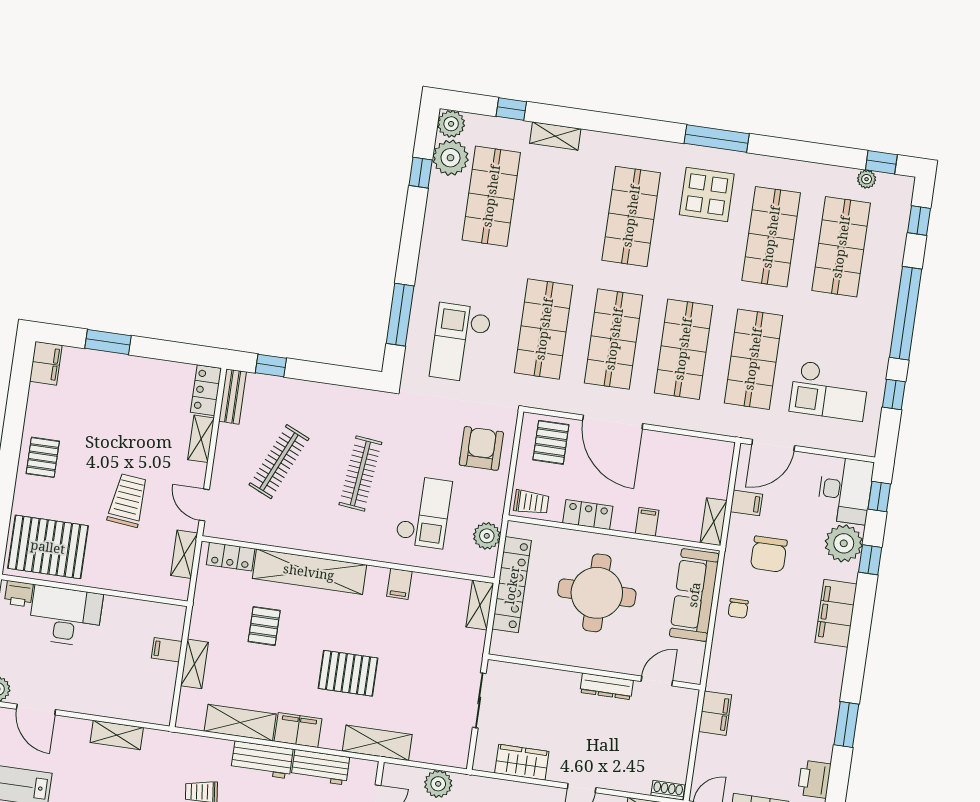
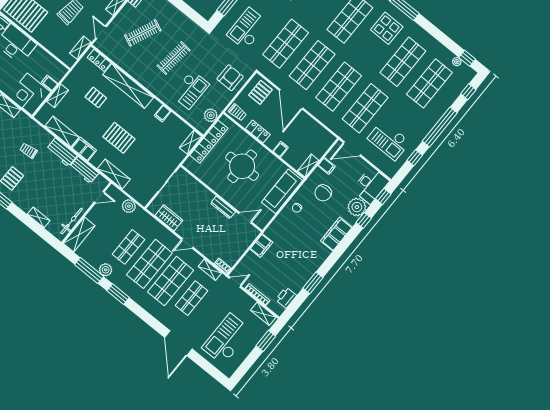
pallet: (264, 626) -> (96, 97), turned 90
corner desk: (143, 691) -> (30, 94), added

